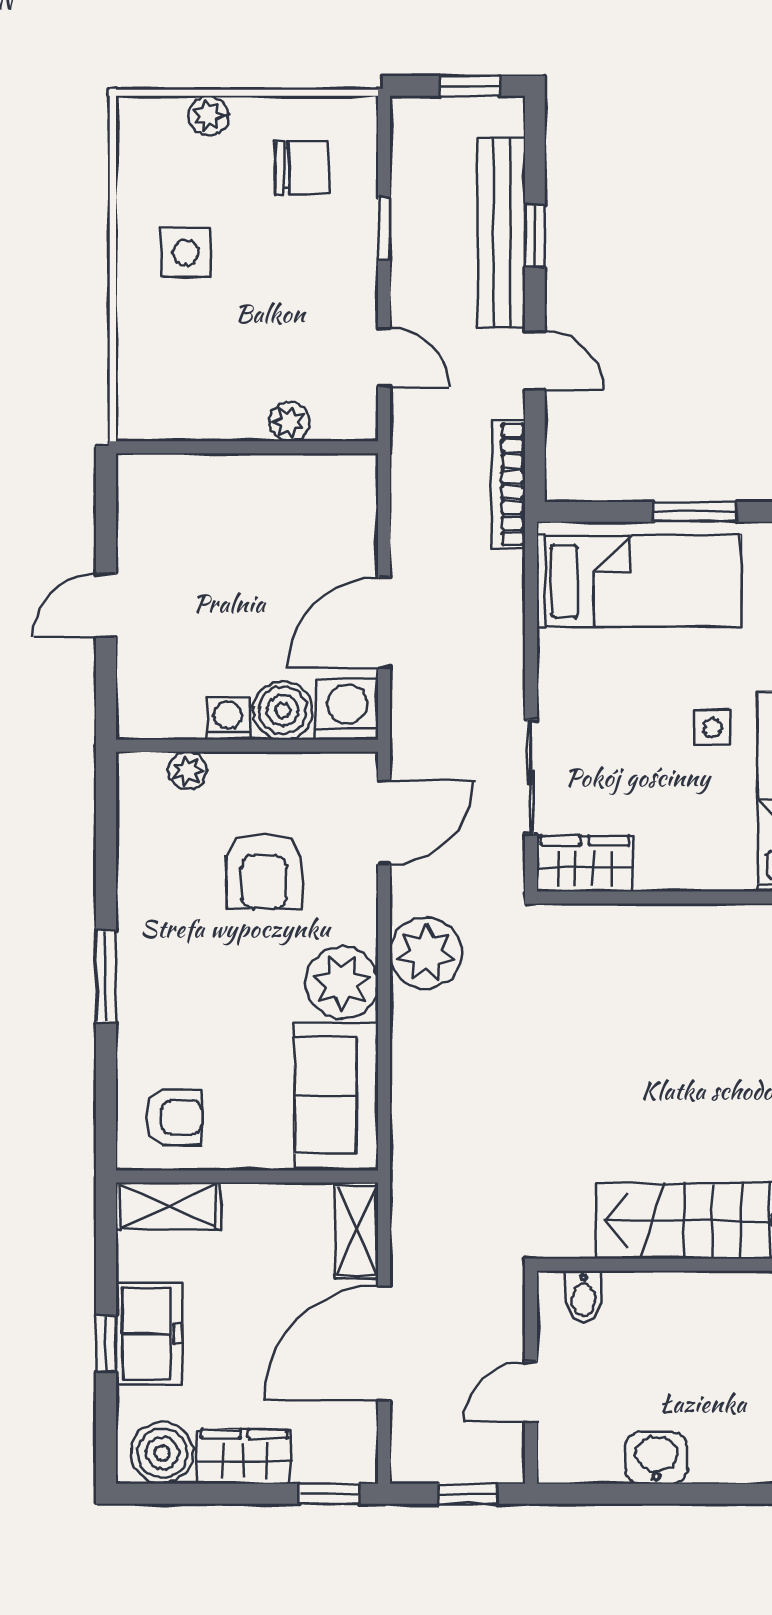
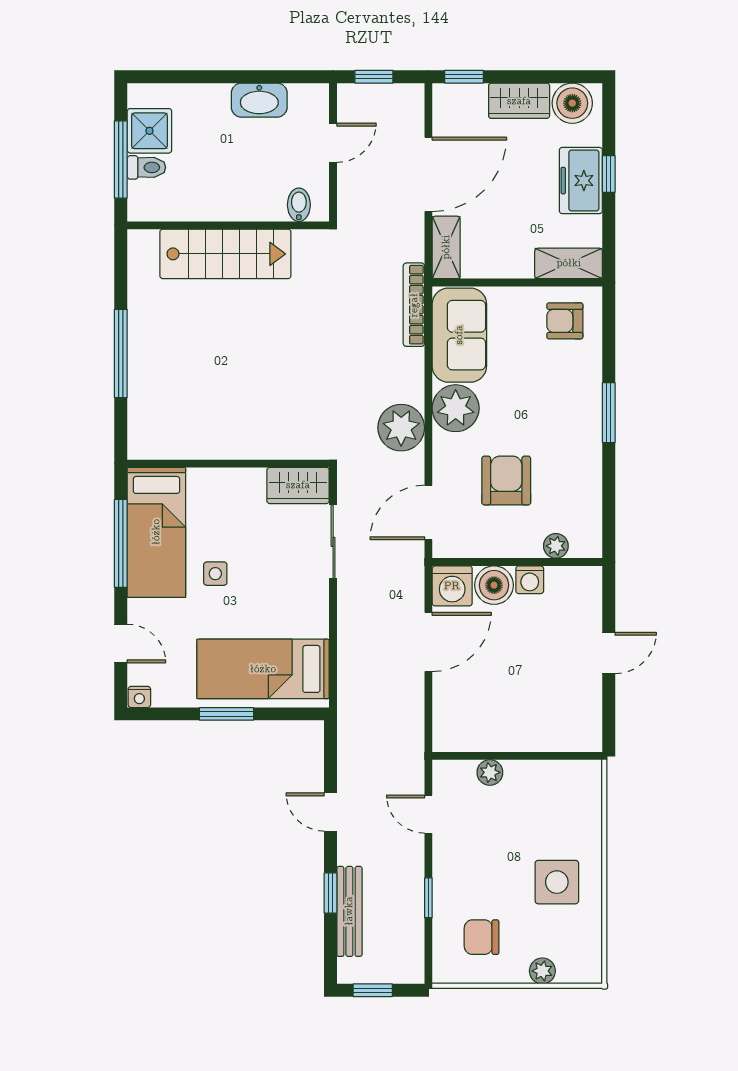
bench: (501, 233) -> (349, 911), width x0.73, depth x0.82
side table: (186, 253) -> (557, 882), width x1.37, depth x1.37
bookcase: (509, 484) -> (414, 305), moved, turned 180
washbasin: (656, 1458) -> (259, 100), width x1.38

